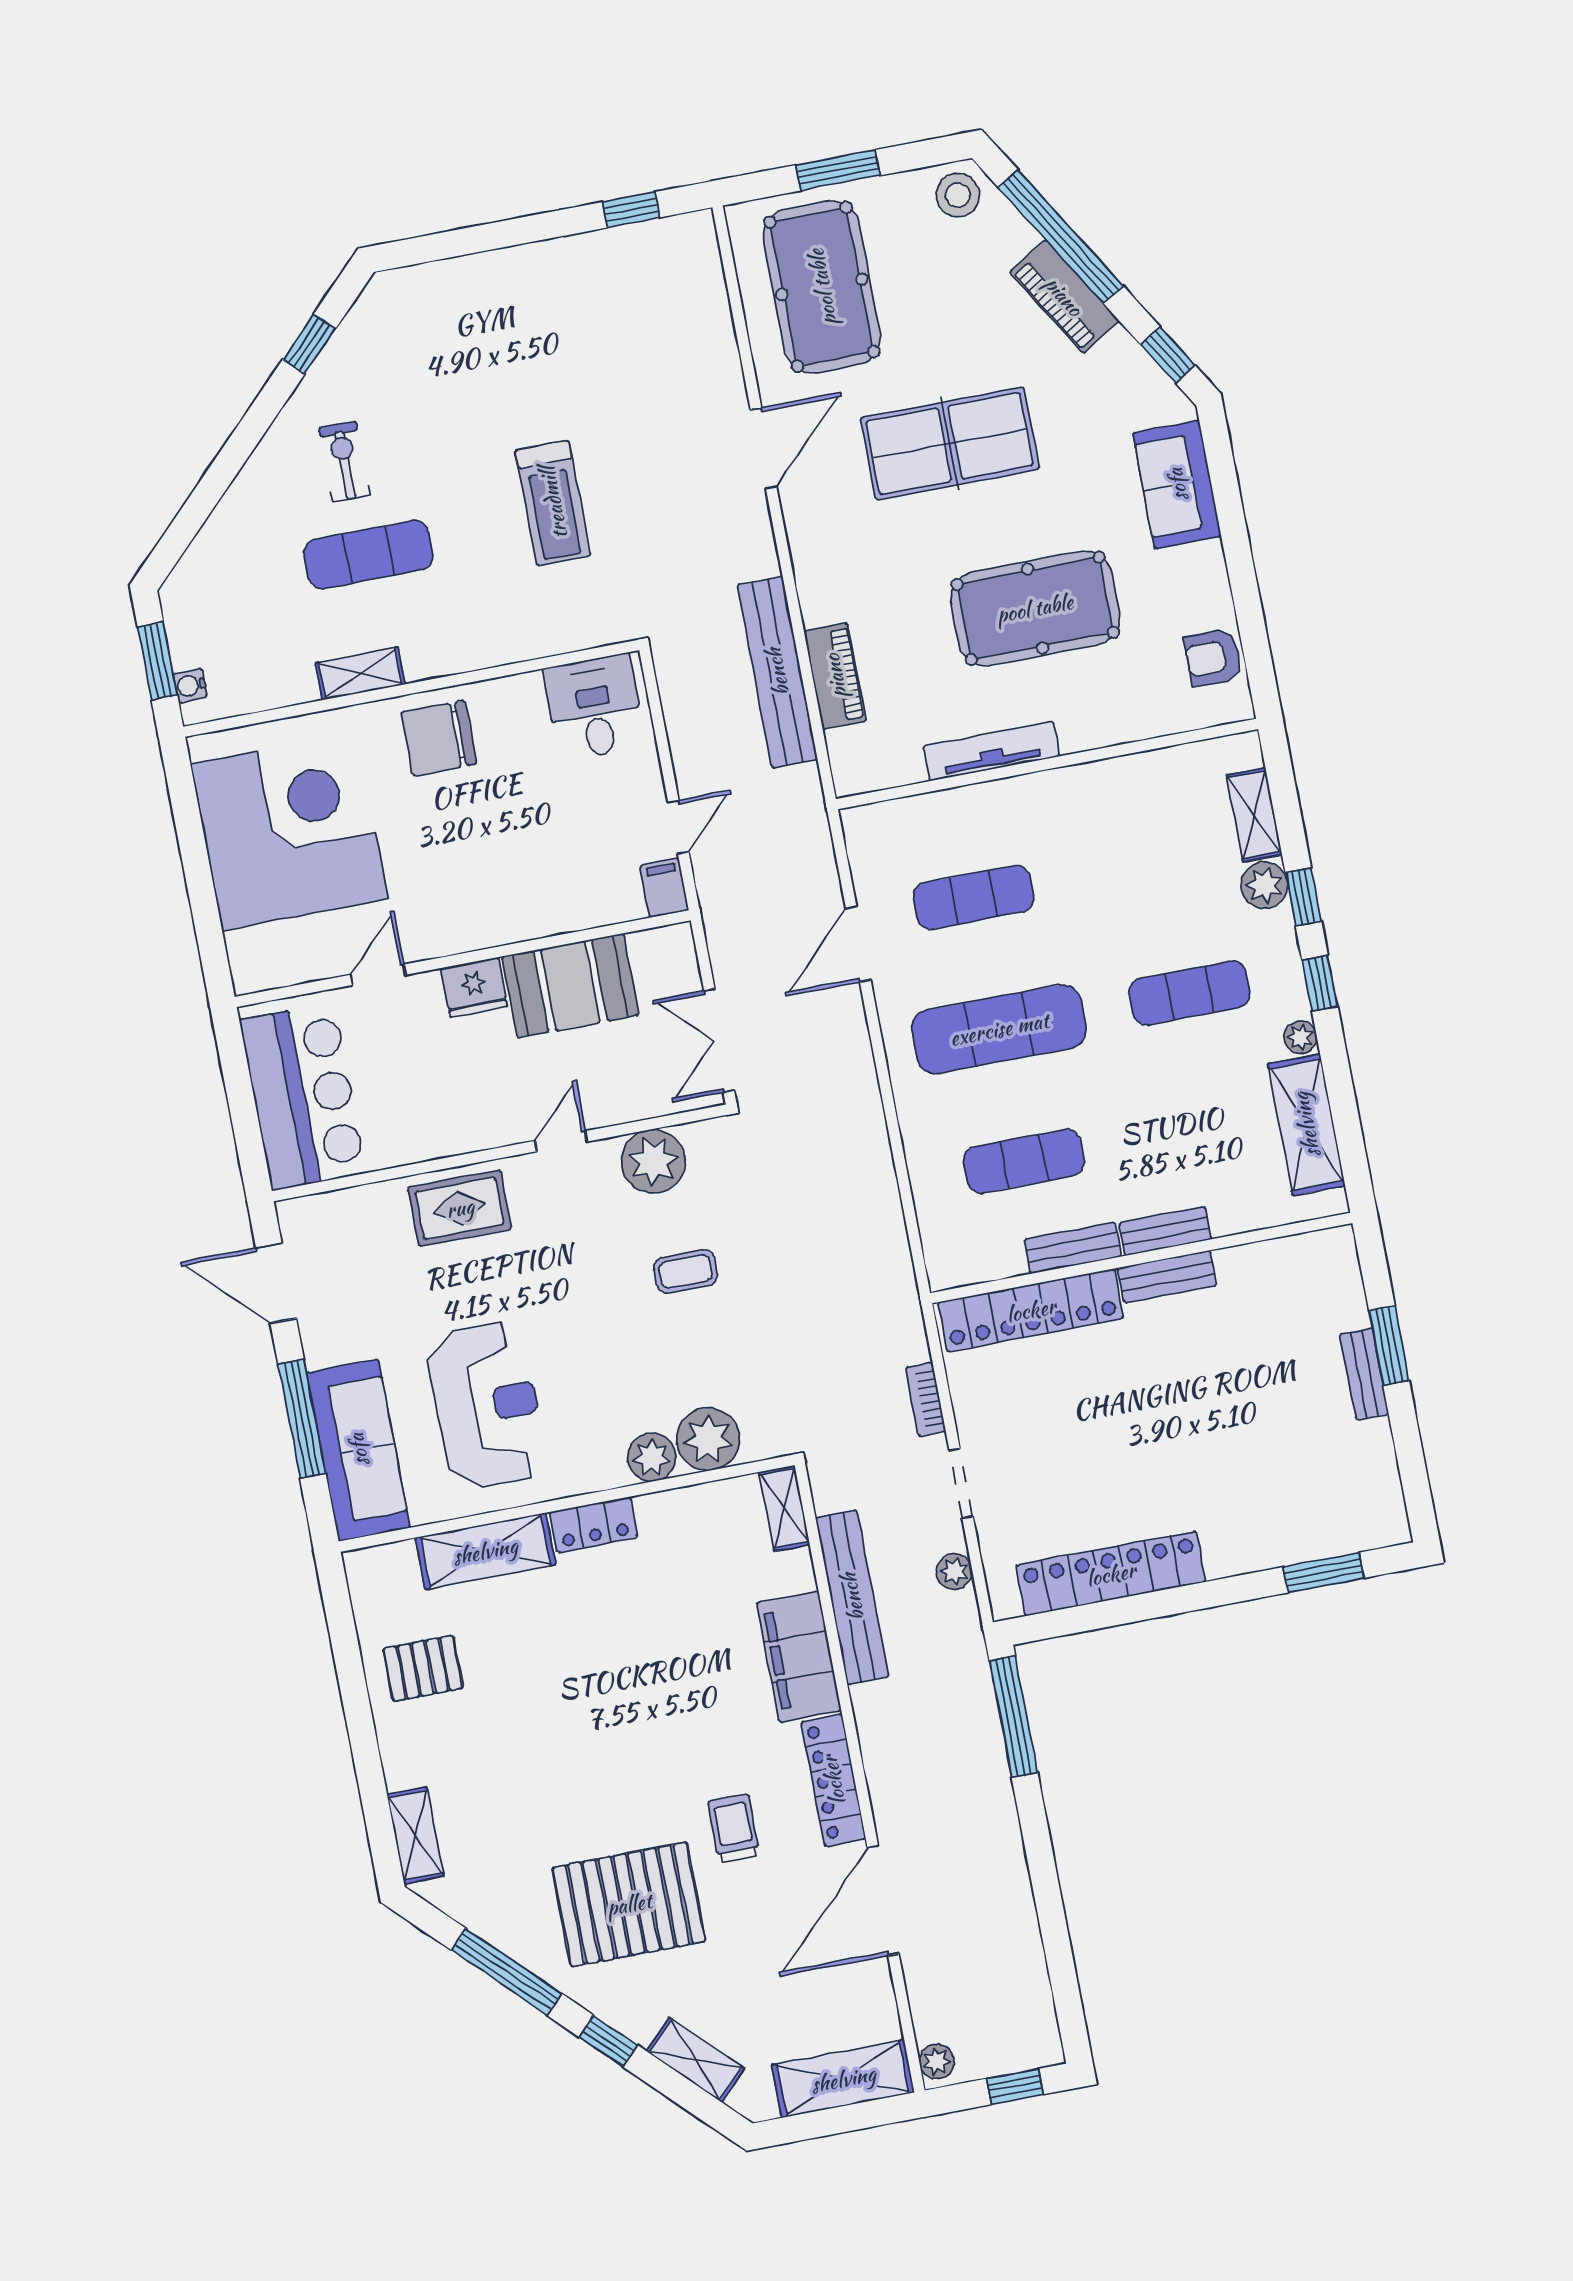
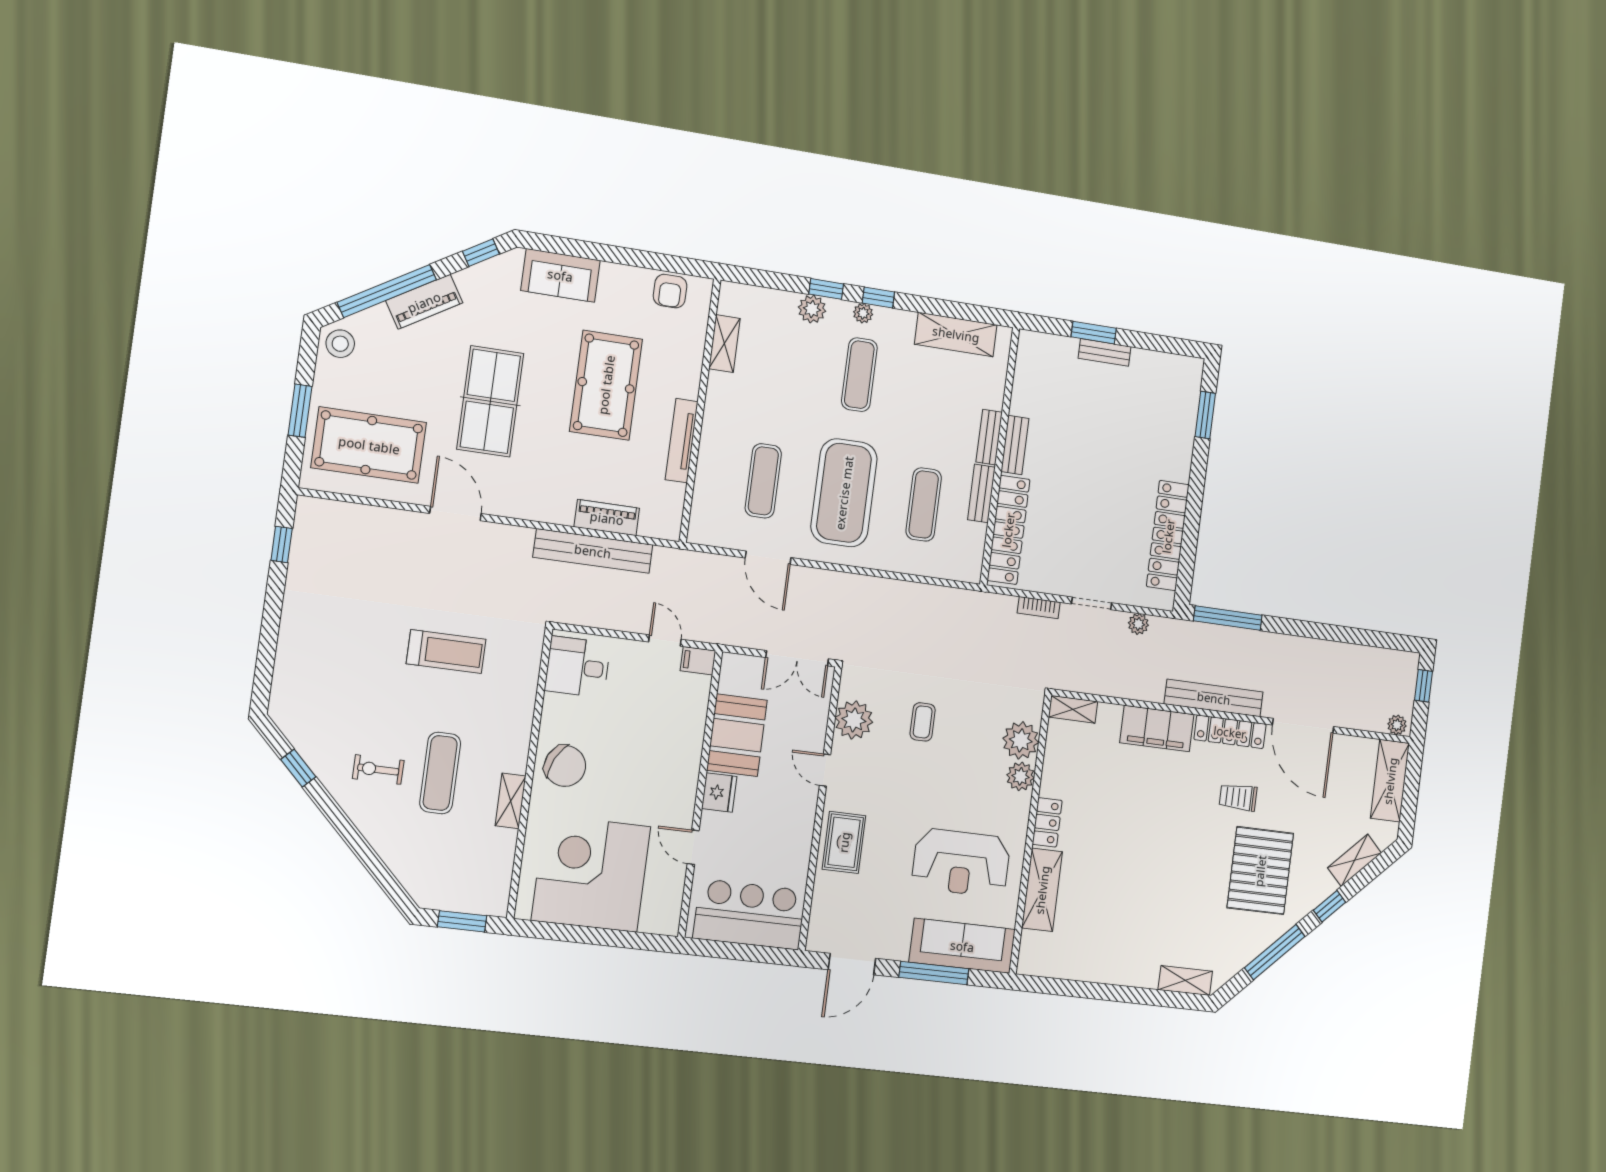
water cooler: (190, 685) -> (484, 906), removed
chair: (439, 738) -> (565, 766), turned -64
shelving: (1254, 815) -> (724, 344), moved, turned 90
exercise mat: (999, 1029) -> (844, 493), width x1.47
plant: (1300, 1037) -> (863, 313), moved
reception desk: (487, 1406) -> (961, 863), turned 180
bench: (852, 1597) -> (1214, 698), moved
pallet: (423, 1668) -> (1095, 947), removed

